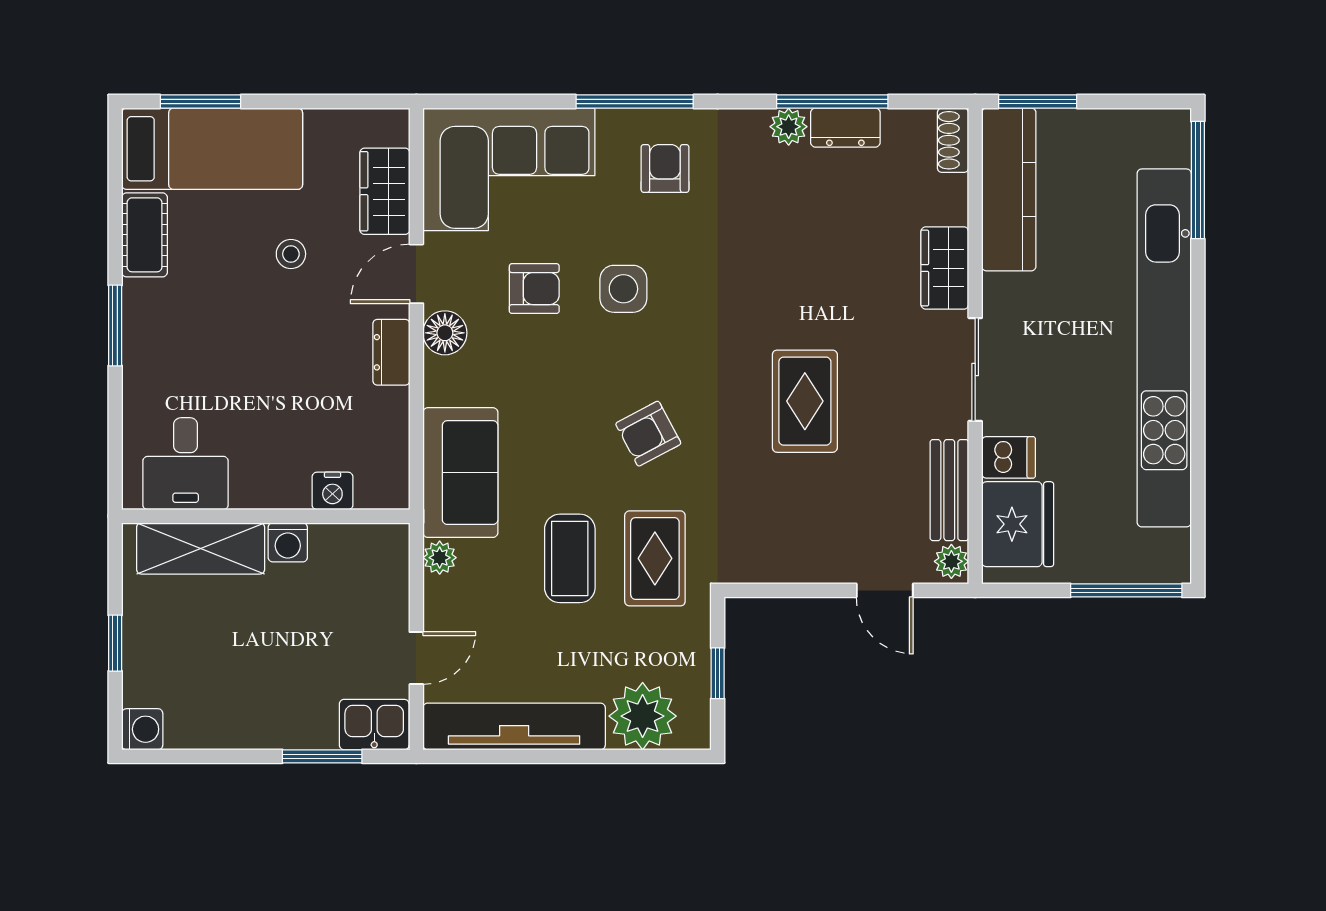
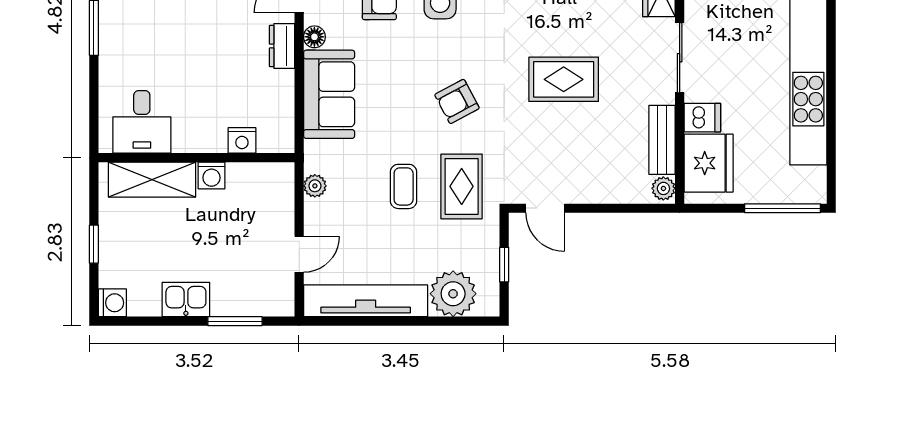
floor lamp: (445, 333) -> (314, 37), width x0.73, depth x0.73
rug: (805, 401) -> (564, 79), turned 90
sofa: (460, 473) -> (329, 94), moved
coffee table: (570, 558) -> (404, 186), width x0.73, depth x0.77
door: (885, 590) -> (545, 208), moved
kitchen sink: (374, 725) -> (186, 300), moved

